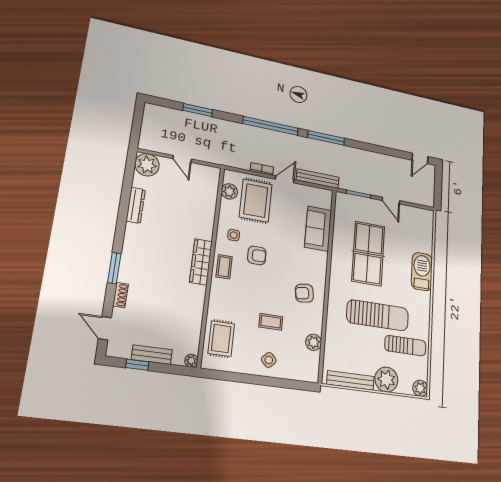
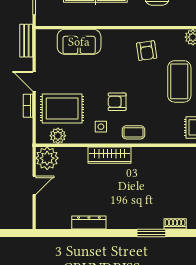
plant: (147, 165) -> (47, 158), moved
bench: (318, 179) -> (26, 41), width x0.73
armchair: (257, 255) -> (117, 102), turned -90
wardrobe: (201, 262) -> (110, 155), moved
coffee table: (271, 322) -> (179, 81), width x1.86, depth x1.72

